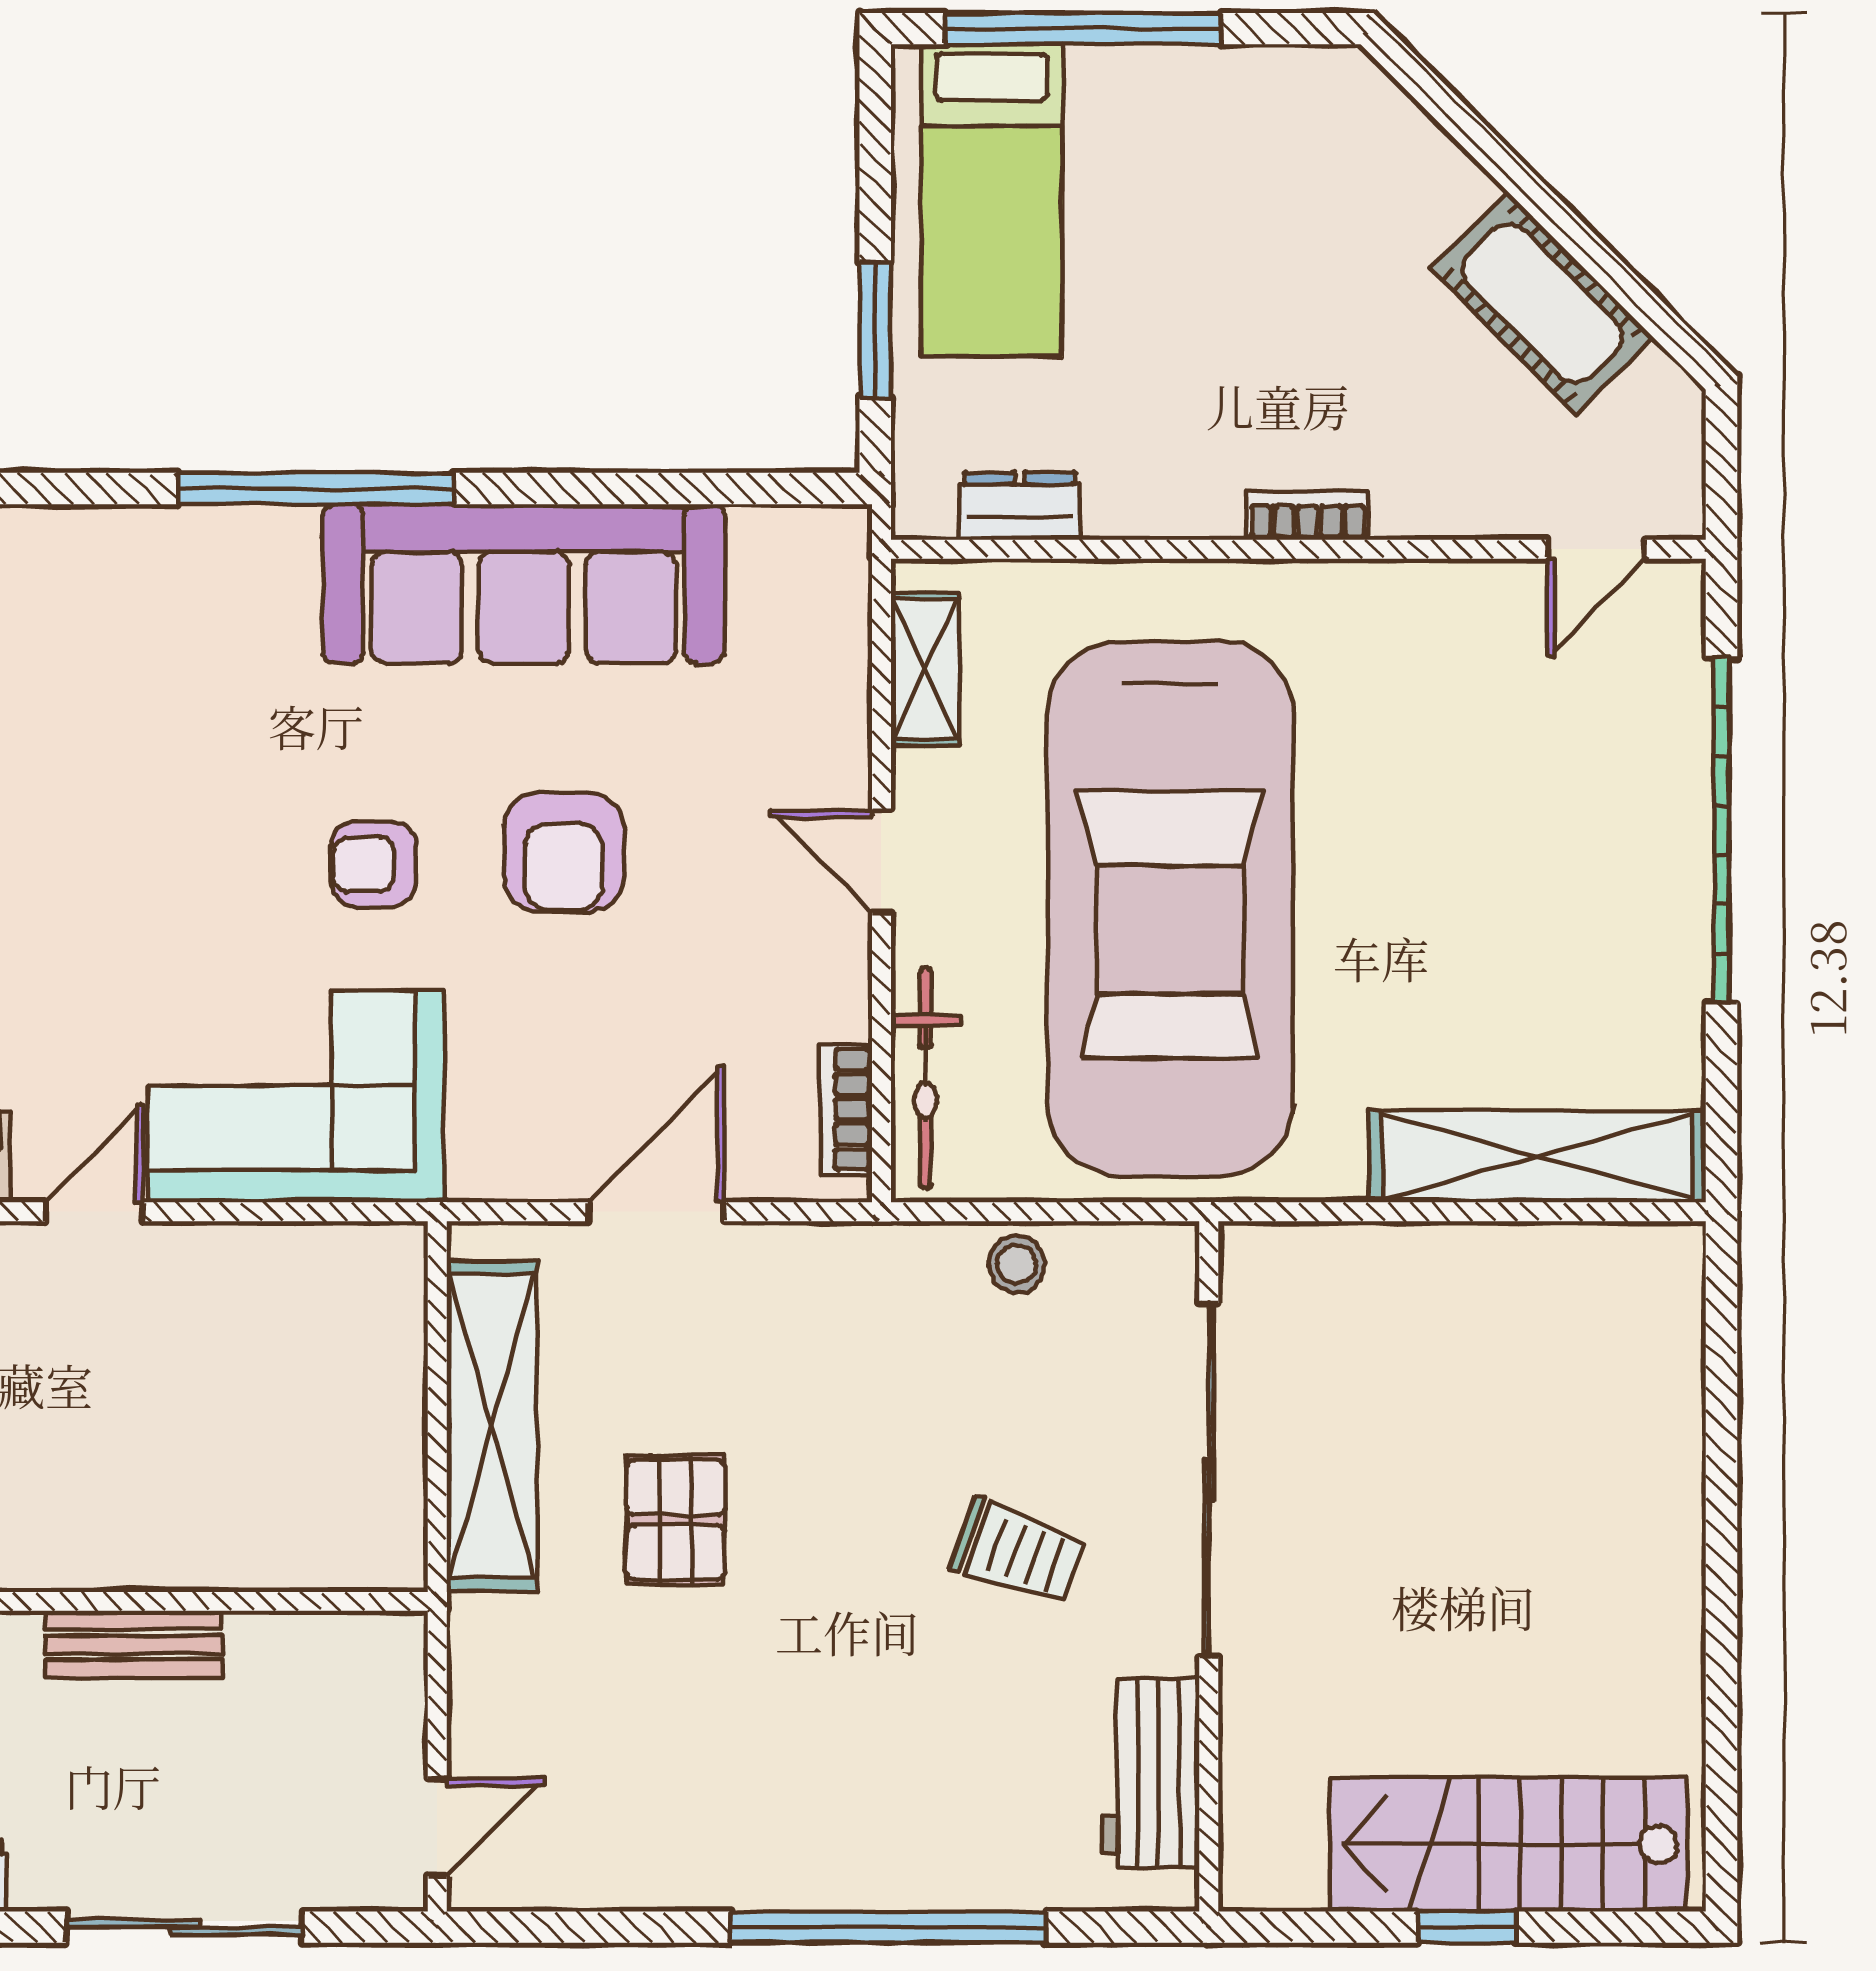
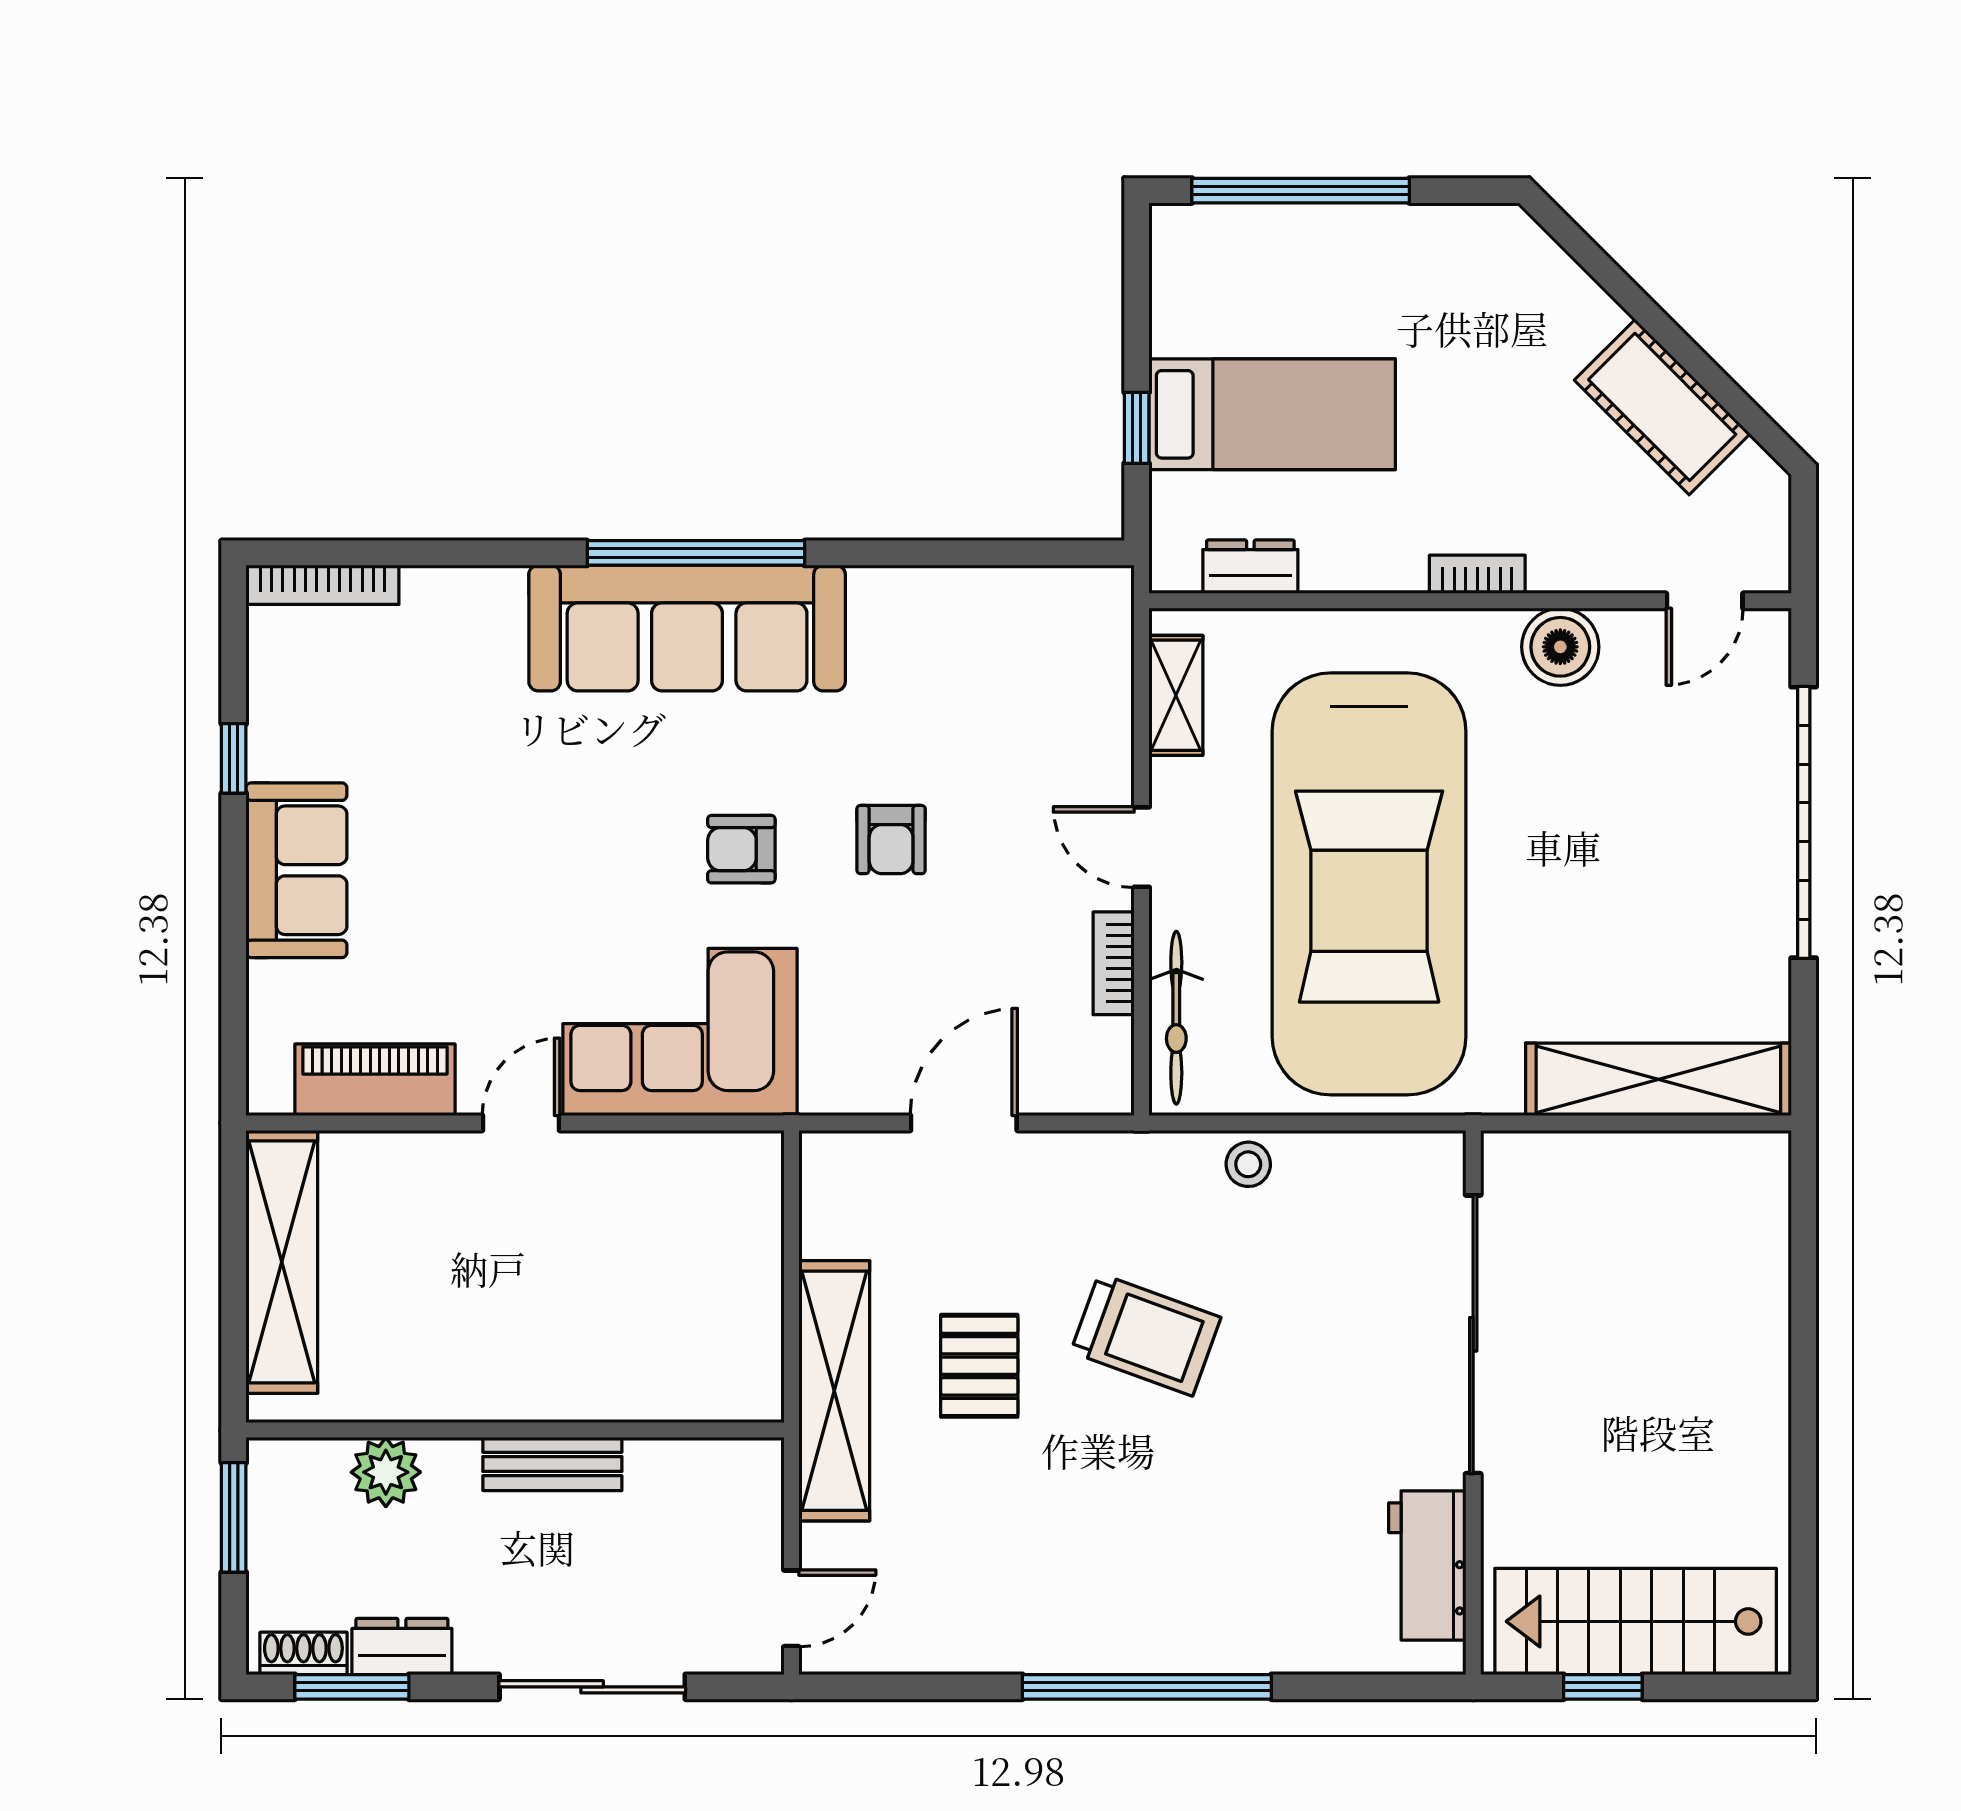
bed: (992, 201) -> (1272, 414), moved, turned -90
window: (875, 330) -> (1137, 428), width x0.67
sofa: (524, 584) -> (687, 628), moved
boiler: (1413, 608) -> (1560, 647), added
armchair: (564, 852) -> (891, 840), width x0.72, depth x0.72
bookcase: (846, 1109) -> (1114, 963), moved
shelving: (492, 1426) -> (834, 1391), moved
sliding door: (1209, 1480) -> (1473, 1334), moved
trolley: (1018, 1552) -> (1146, 1335), moved, width x1.36, depth x1.39
wall: (1209, 1566) -> (1473, 1402), moved
workbench: (1150, 1773) -> (1427, 1565), moved

